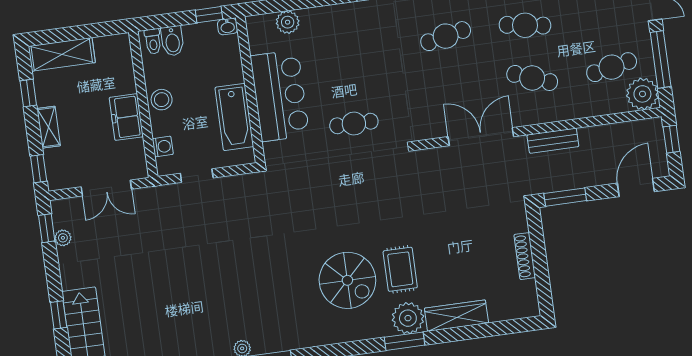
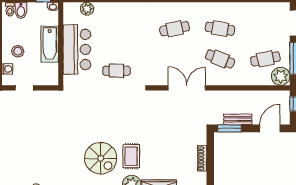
stool: (162, 100) -> (18, 51), moved
bathtub: (234, 117) -> (50, 44), moved
bench: (553, 141) -> (238, 119), moved

